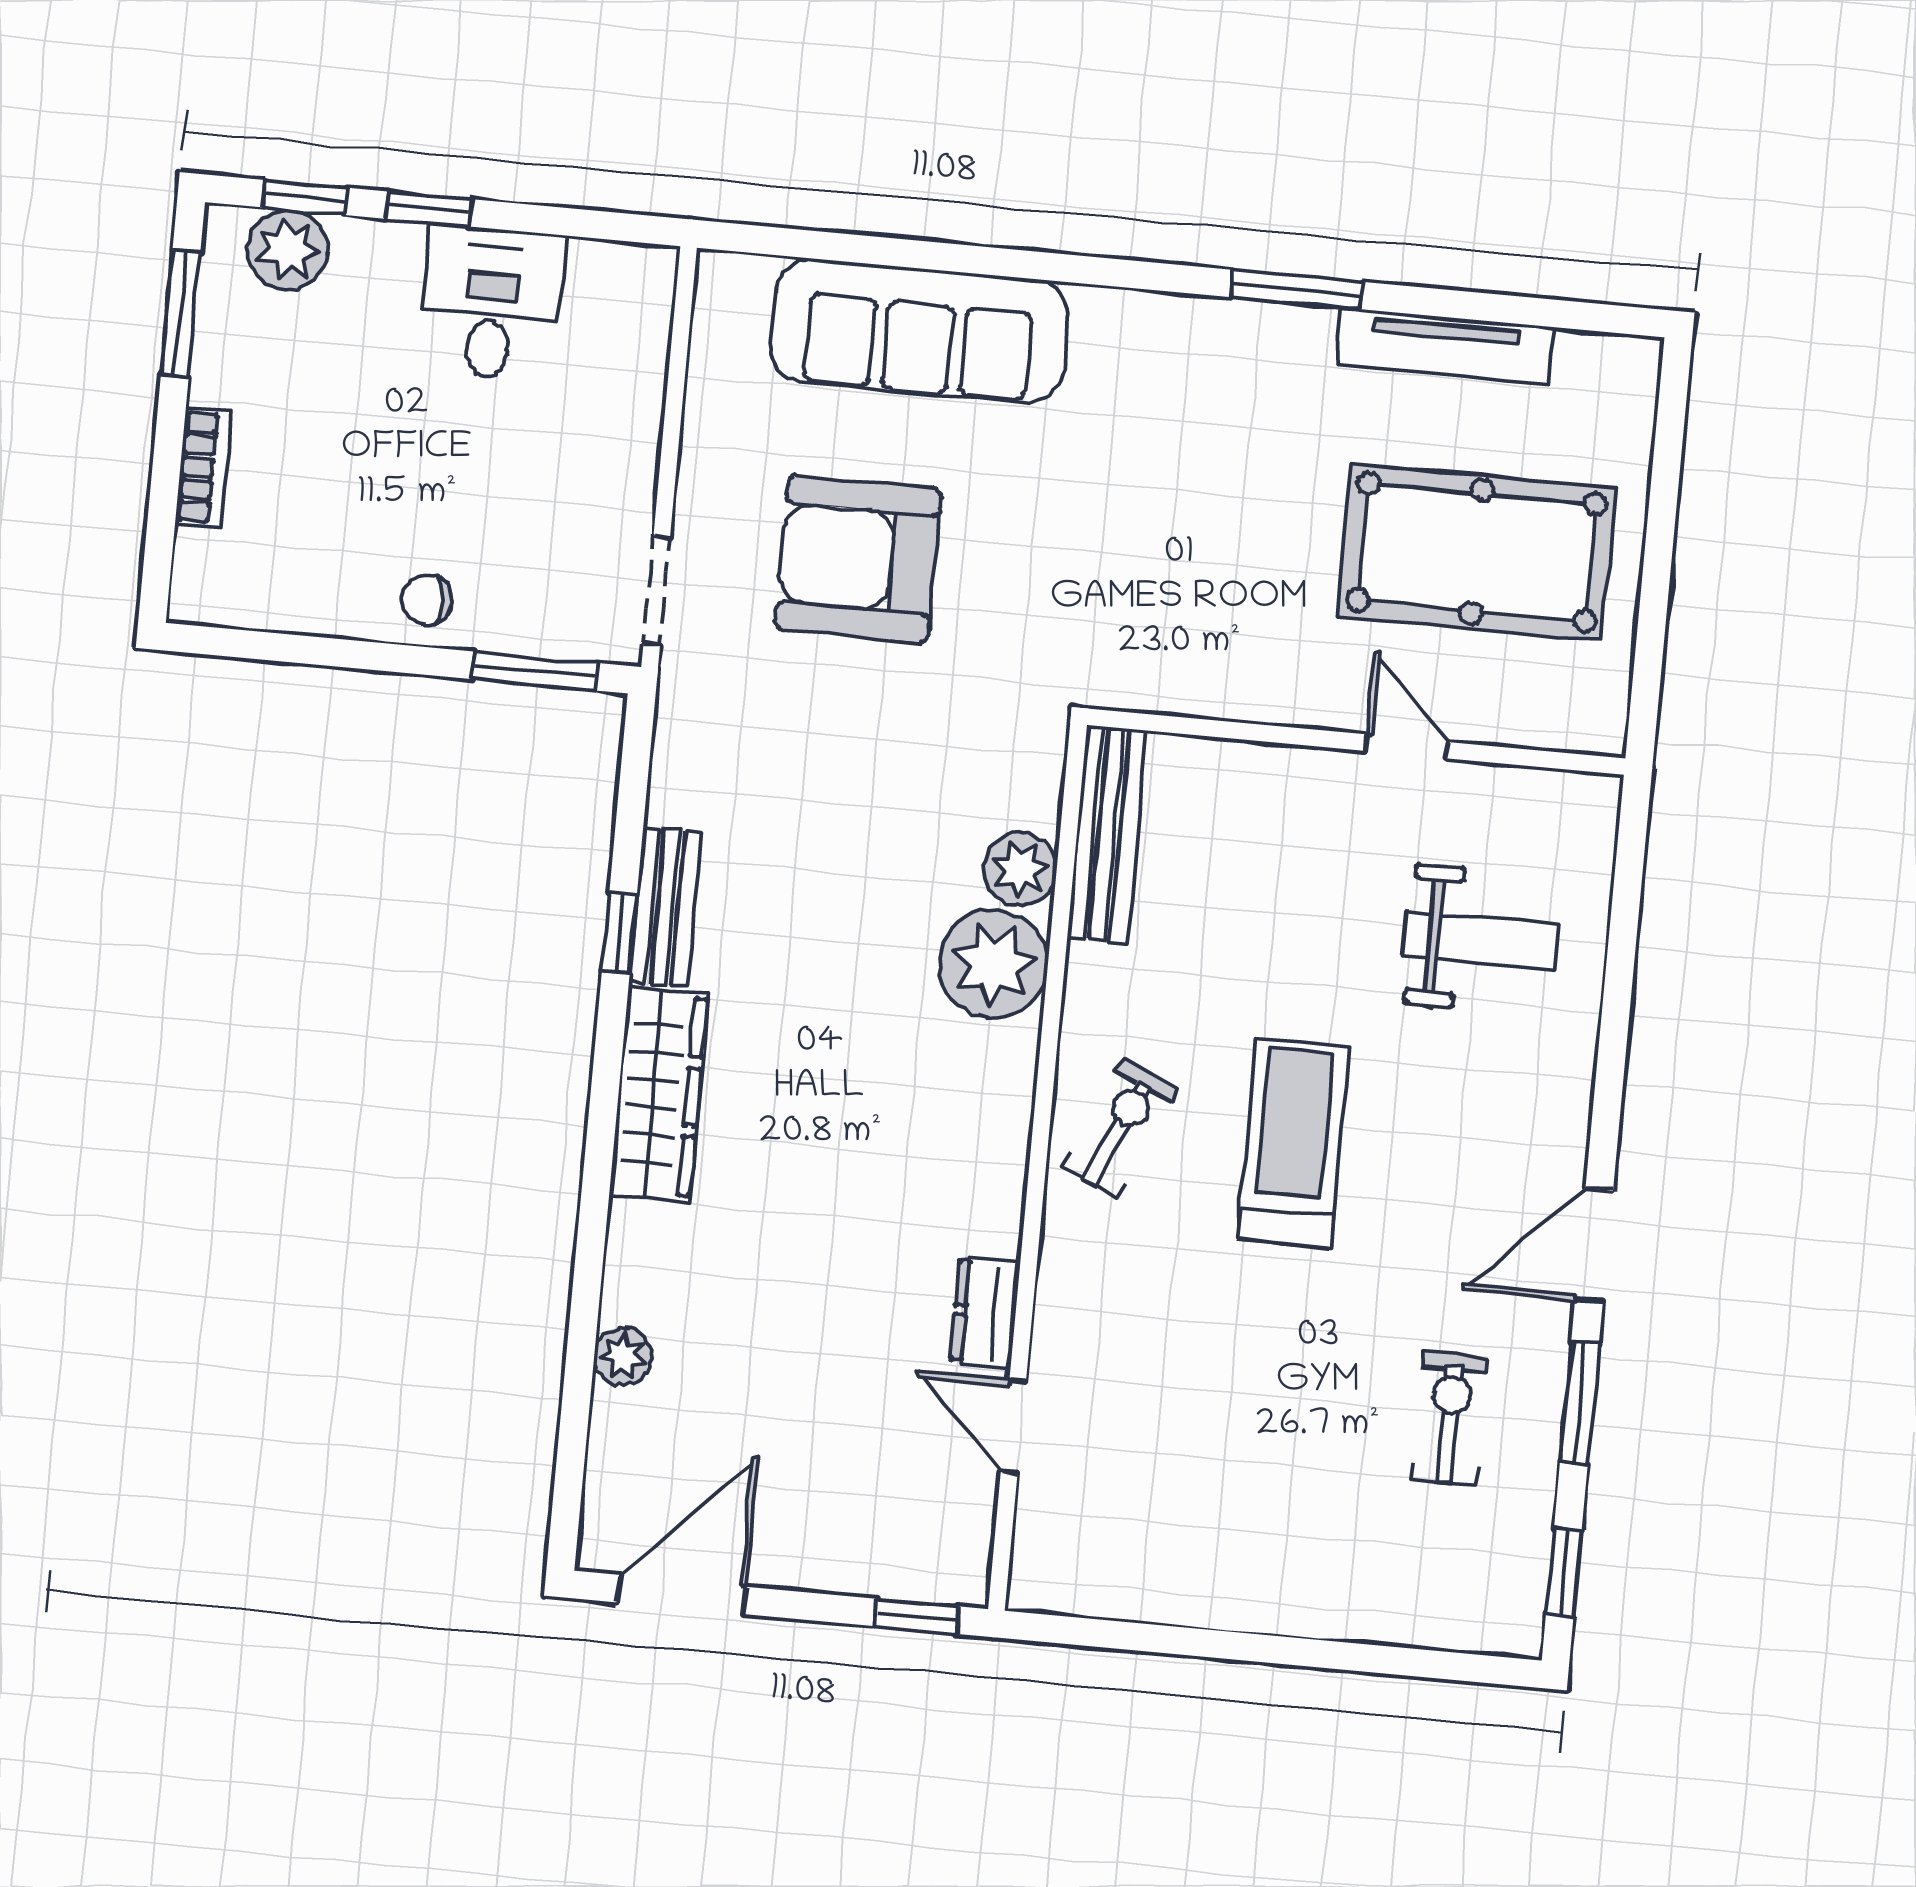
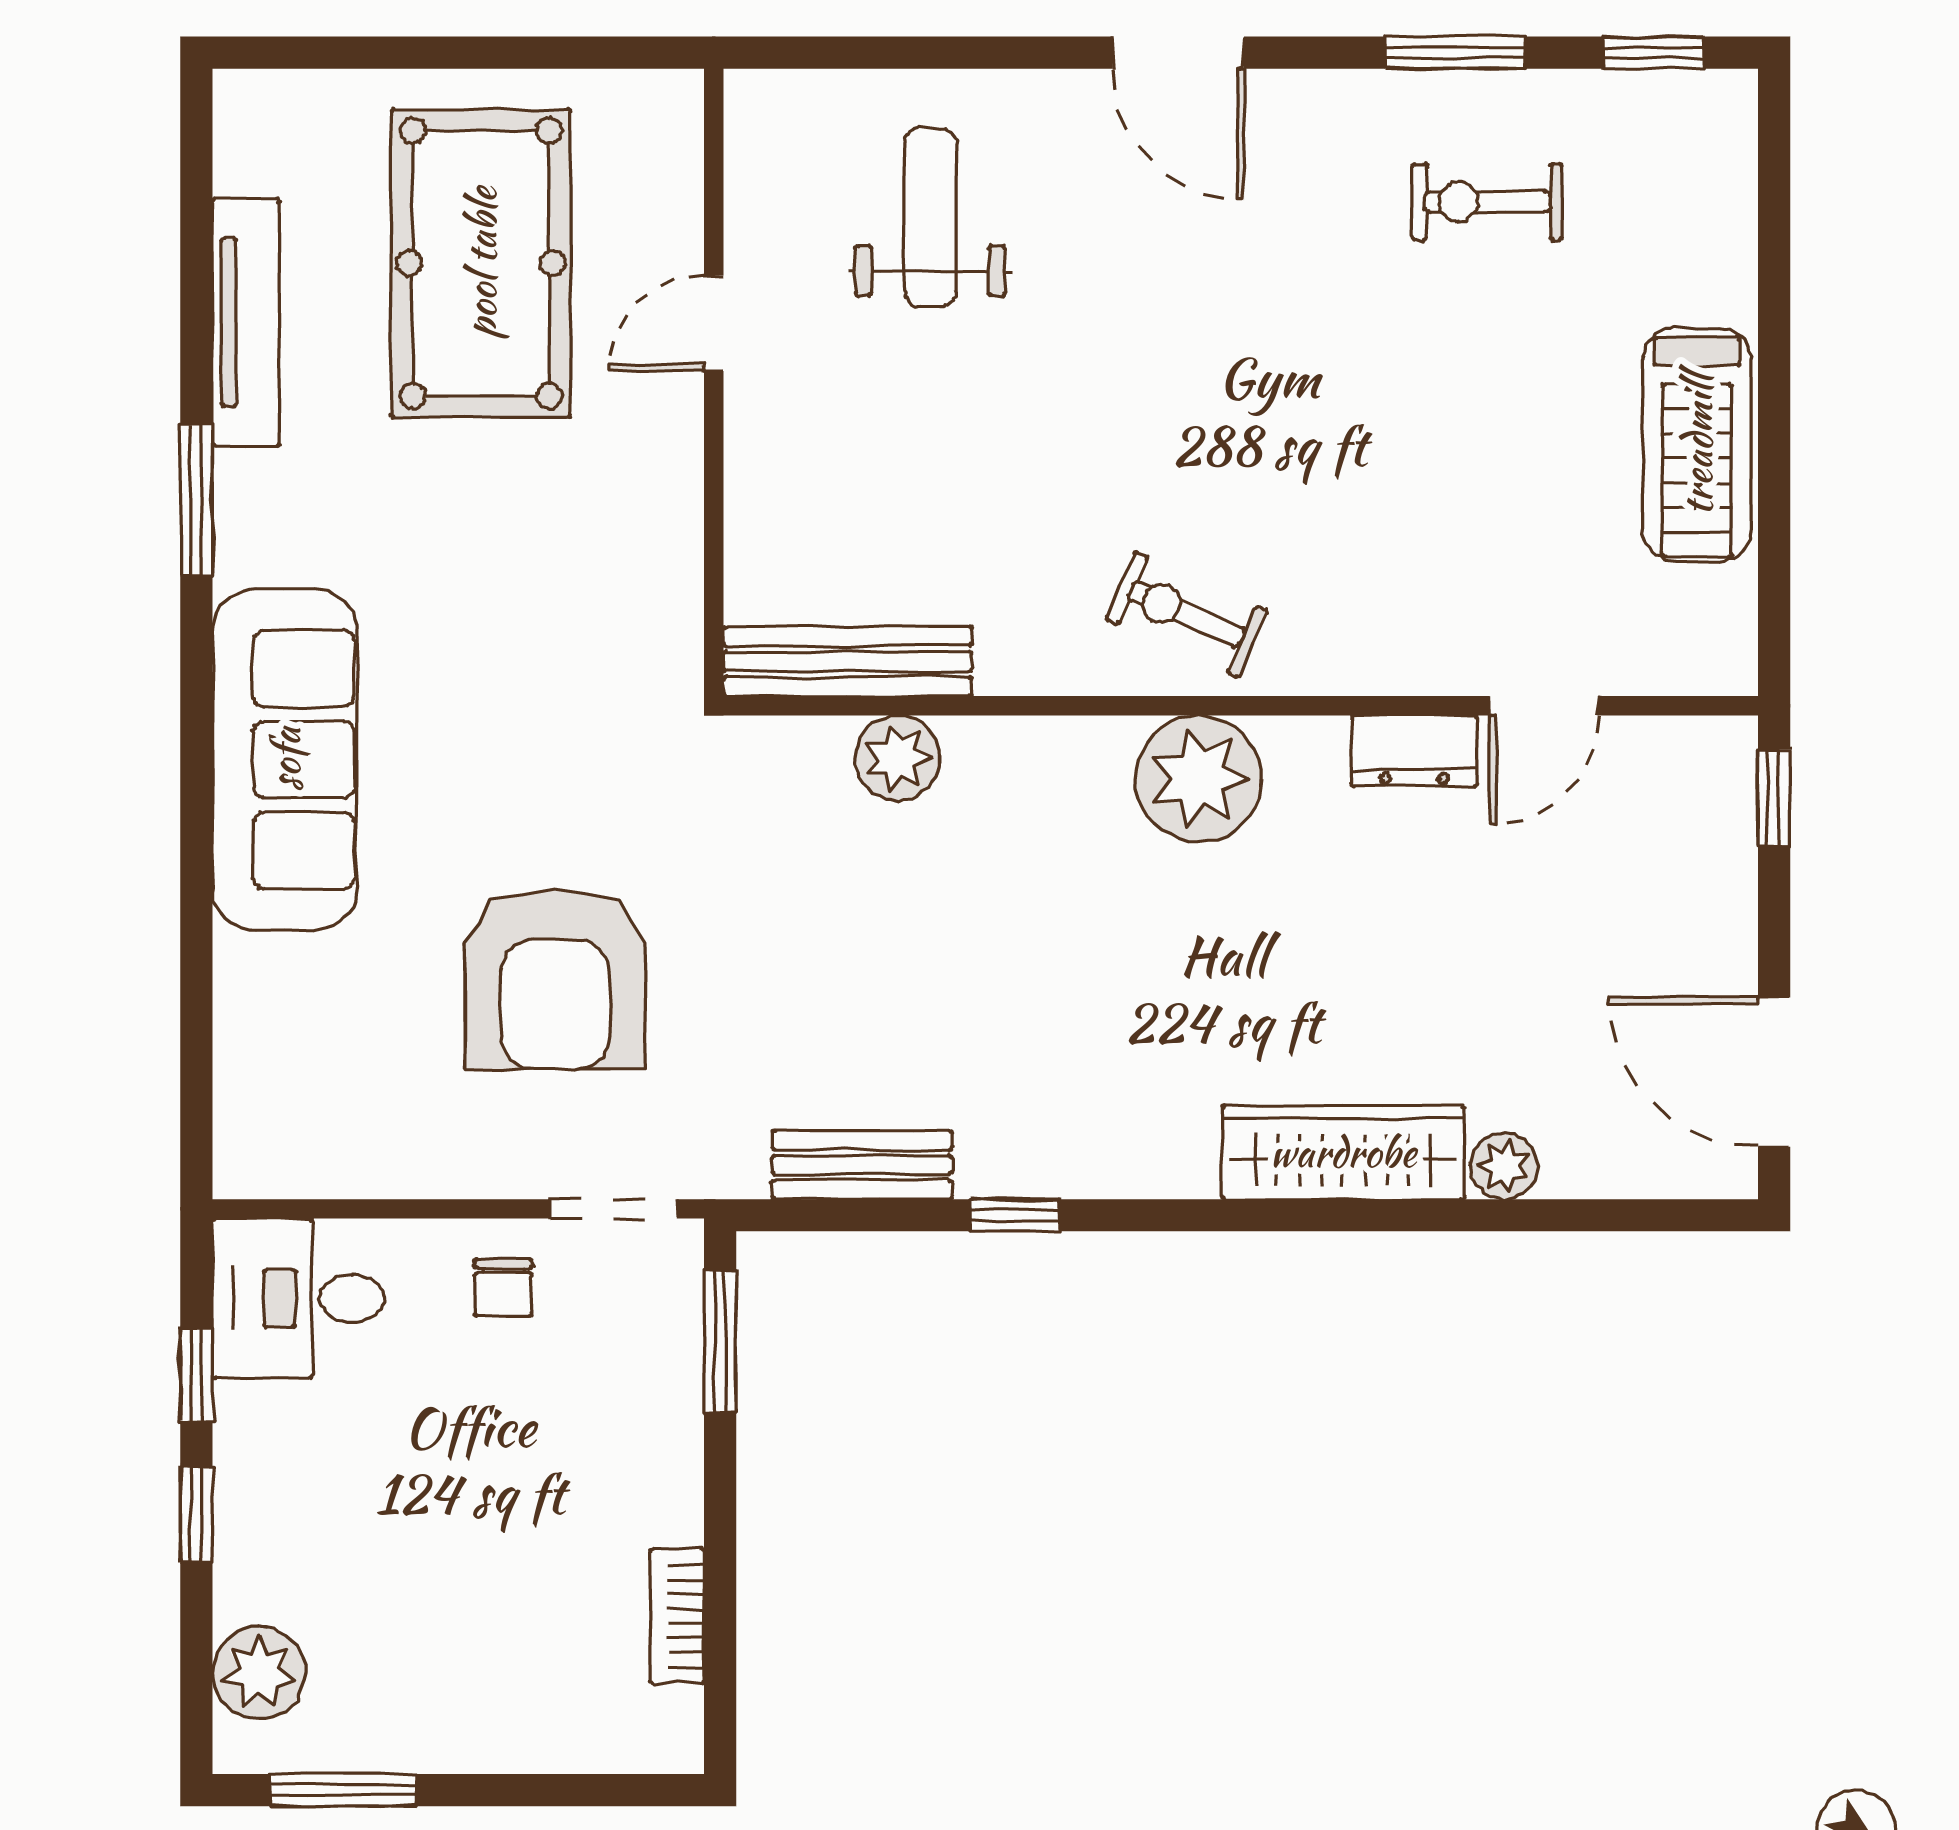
window: (305, 198) -> (196, 1374), moved
desk: (491, 303) -> (298, 1298), moved
sofa: (919, 331) -> (285, 759), moved
bookcase: (203, 467) -> (677, 1616), moved, turned -90
chair: (427, 600) -> (503, 1288), moved
bench: (665, 907) -> (862, 1165), moved
plant: (993, 964) -> (1199, 779), moved
wardrobe: (659, 1094) -> (1343, 1152), moved
treadmill: (1293, 1143) -> (1697, 445), moved, turned -90
door: (1594, 1246) -> (1178, 53), moved

